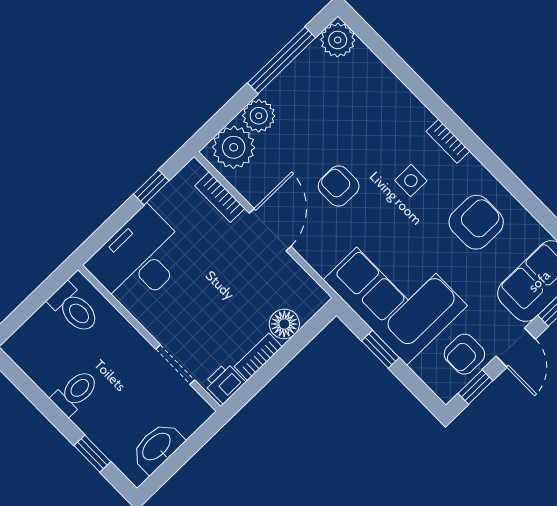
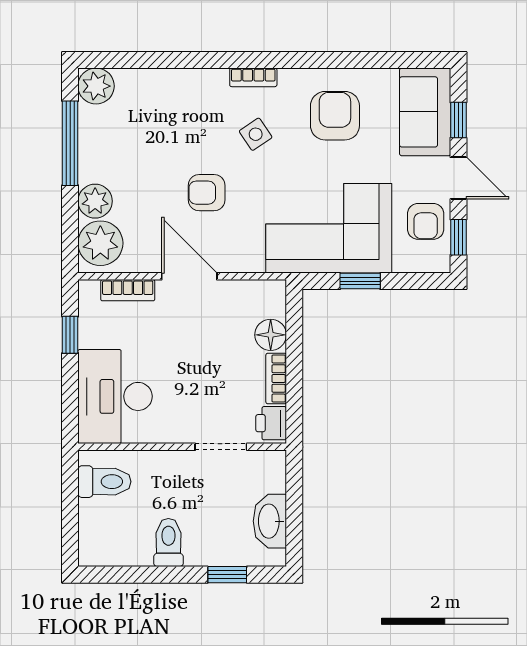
side table: (411, 181) -> (256, 134), turned -34

